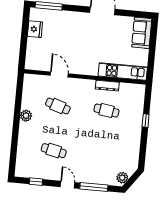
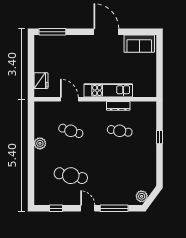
fridge: (35, 29) -> (41, 81), moved
sofa: (142, 33) -> (139, 44), moved, turned -90
kitchen unit: (123, 71) -> (108, 90), moved
cafe table: (54, 151) -> (71, 176), width x1.37, depth x1.35

